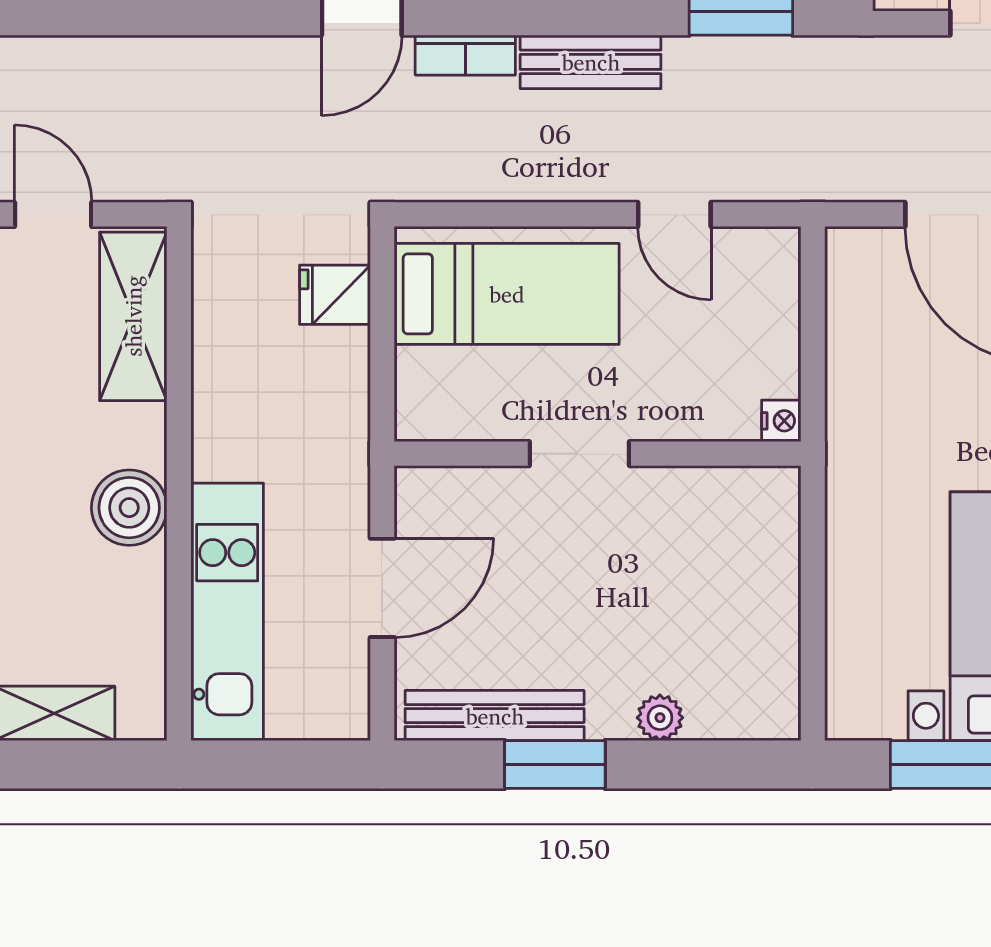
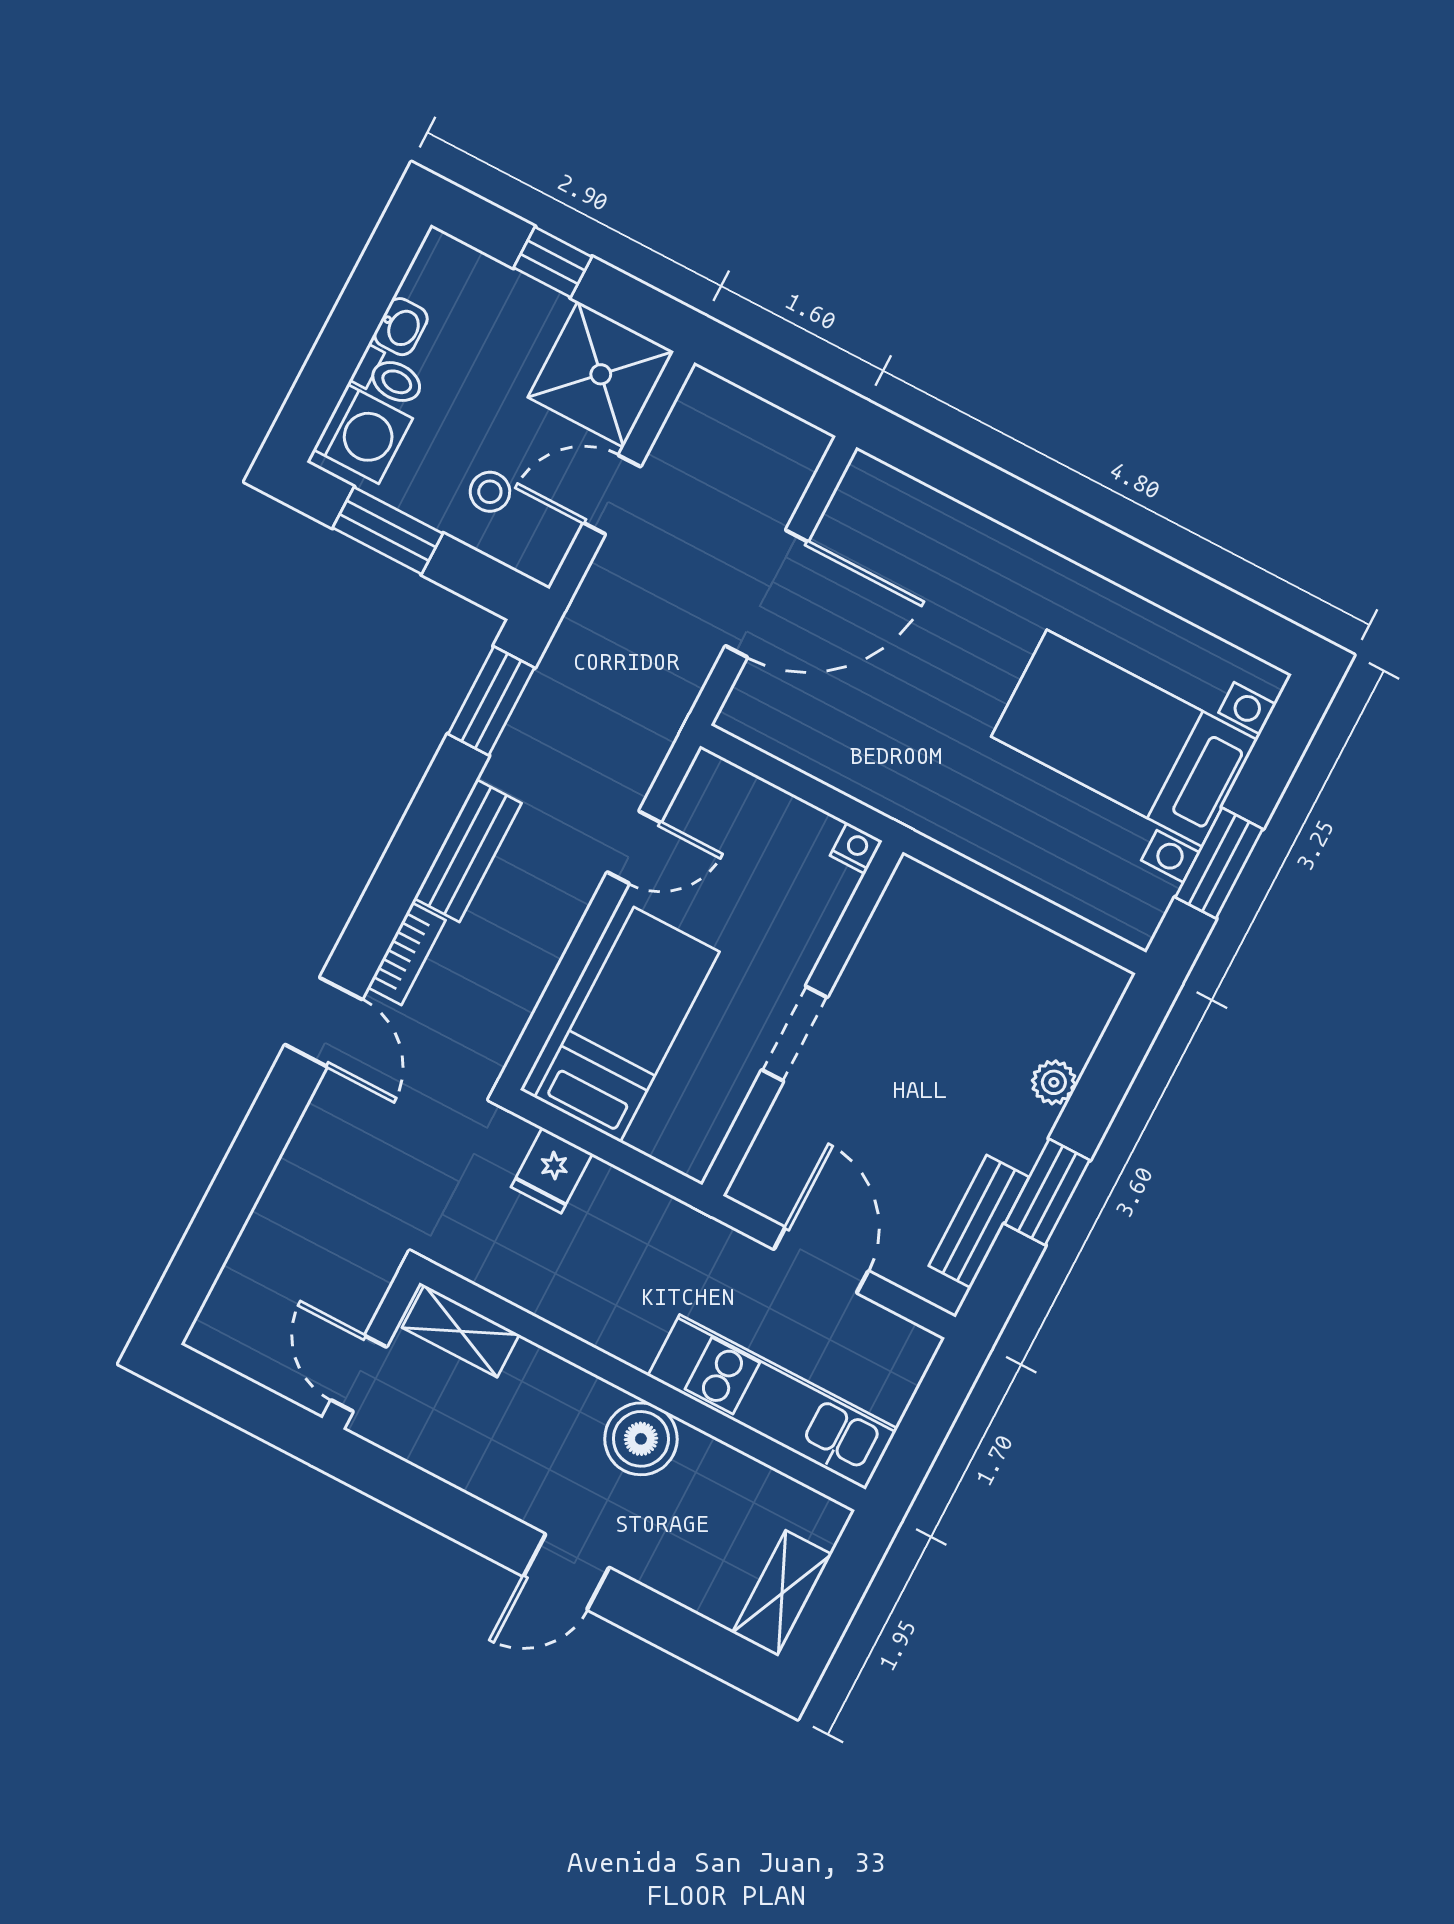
door: (53, 214) -> (359, 1373), hinge flipped
shelving: (133, 316) -> (461, 1331), width x0.67, depth x0.75
bench: (495, 716) -> (979, 1221), width x0.73

